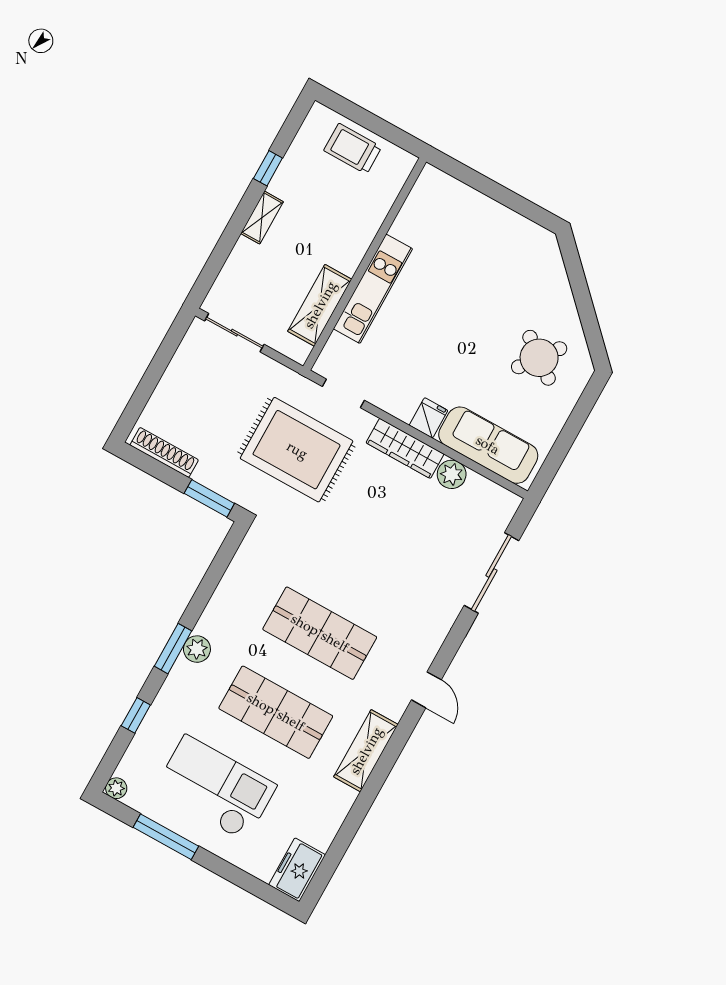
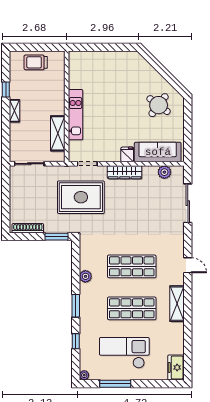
plant: (452, 474) -> (164, 172), moved
plant: (197, 649) -> (85, 276), moved

